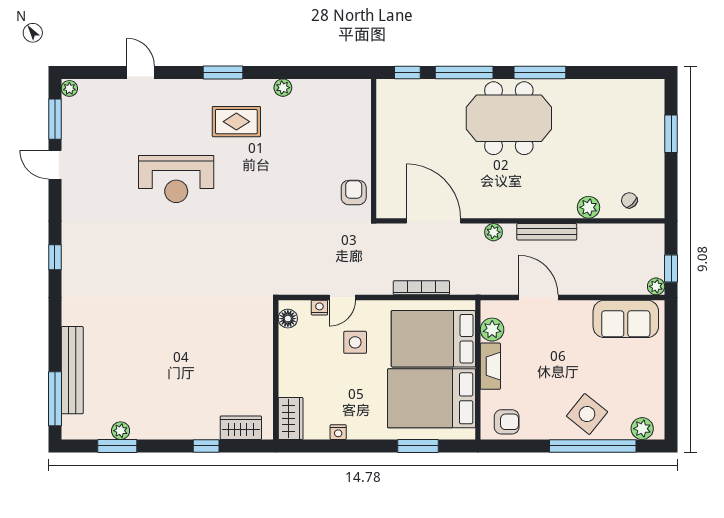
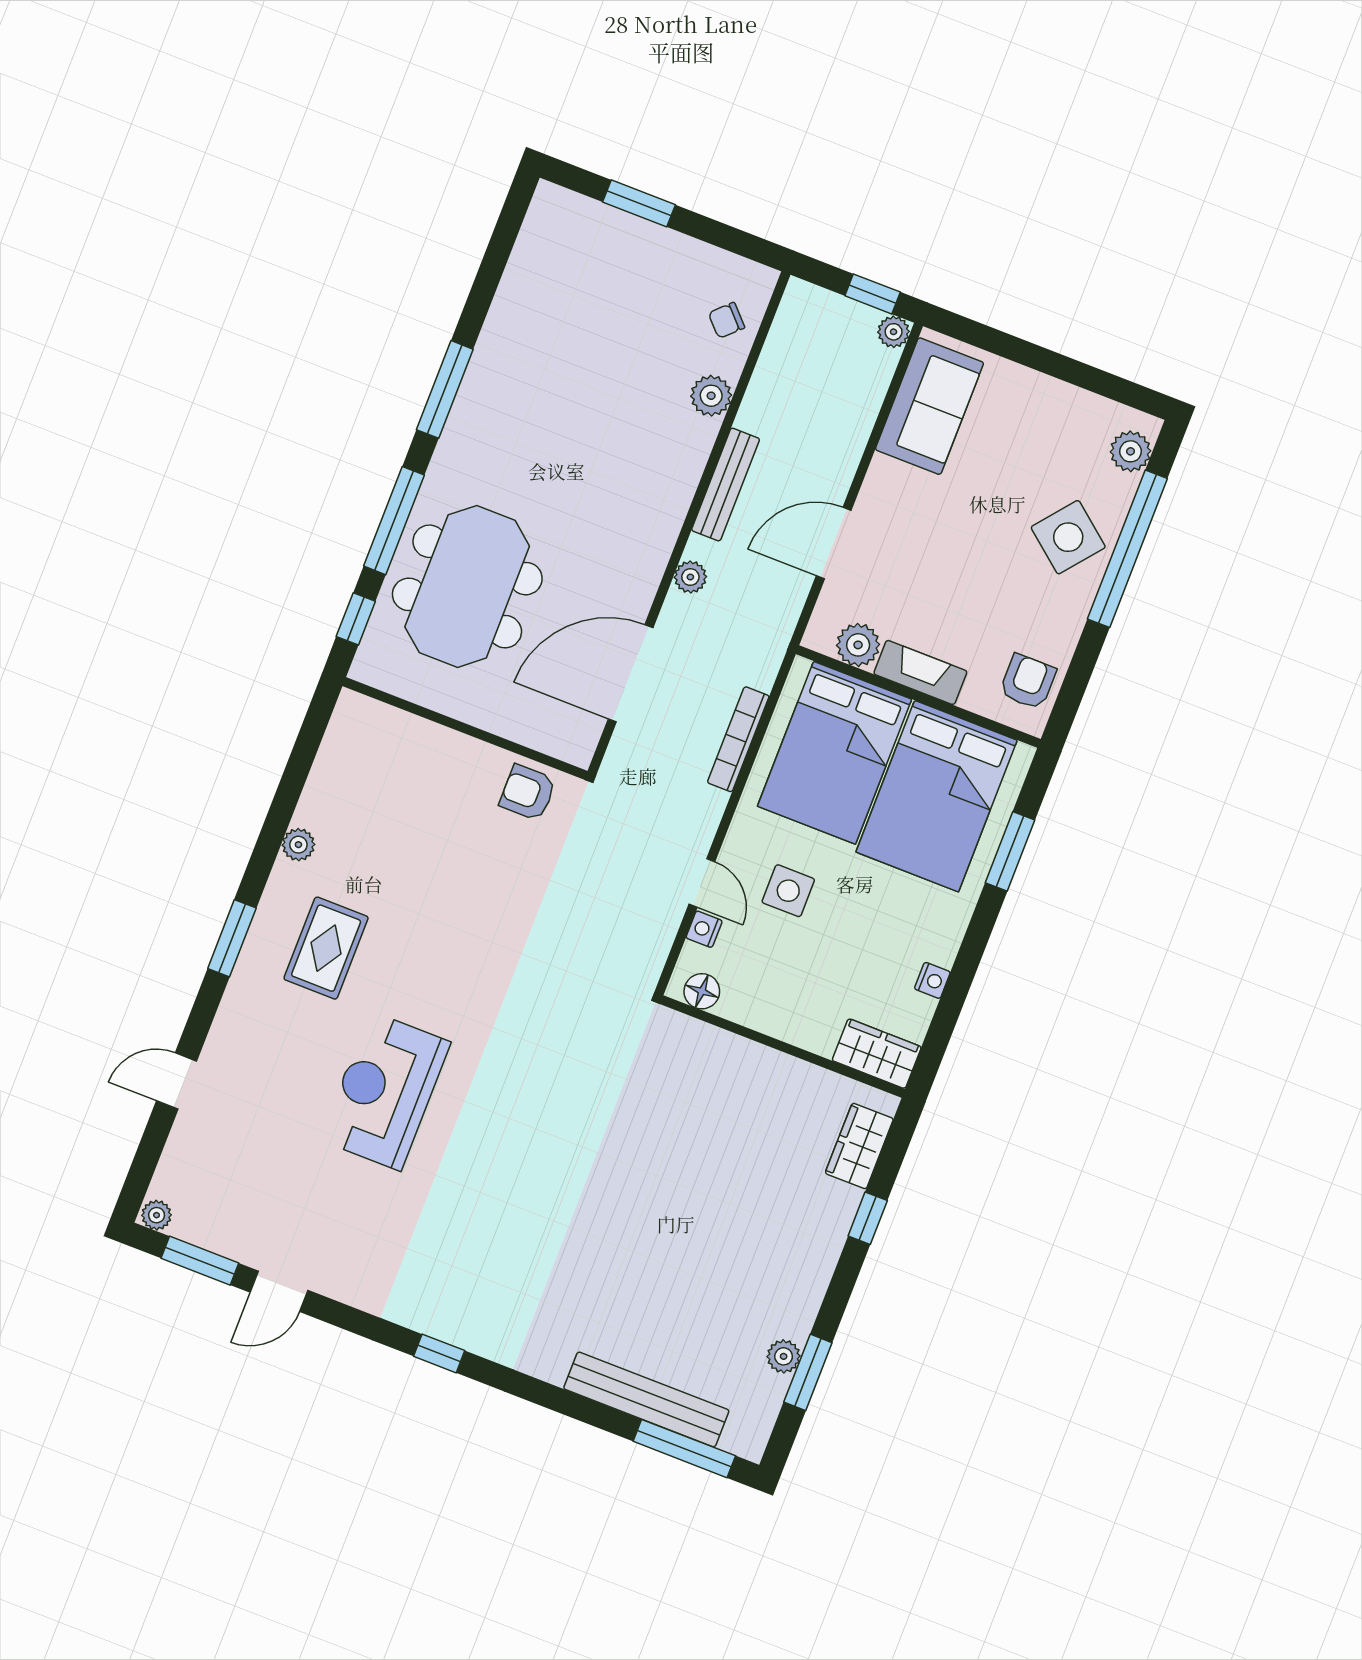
meeting table: (509, 118) -> (467, 586), moved
reception desk: (176, 179) -> (385, 1091), turned 180

